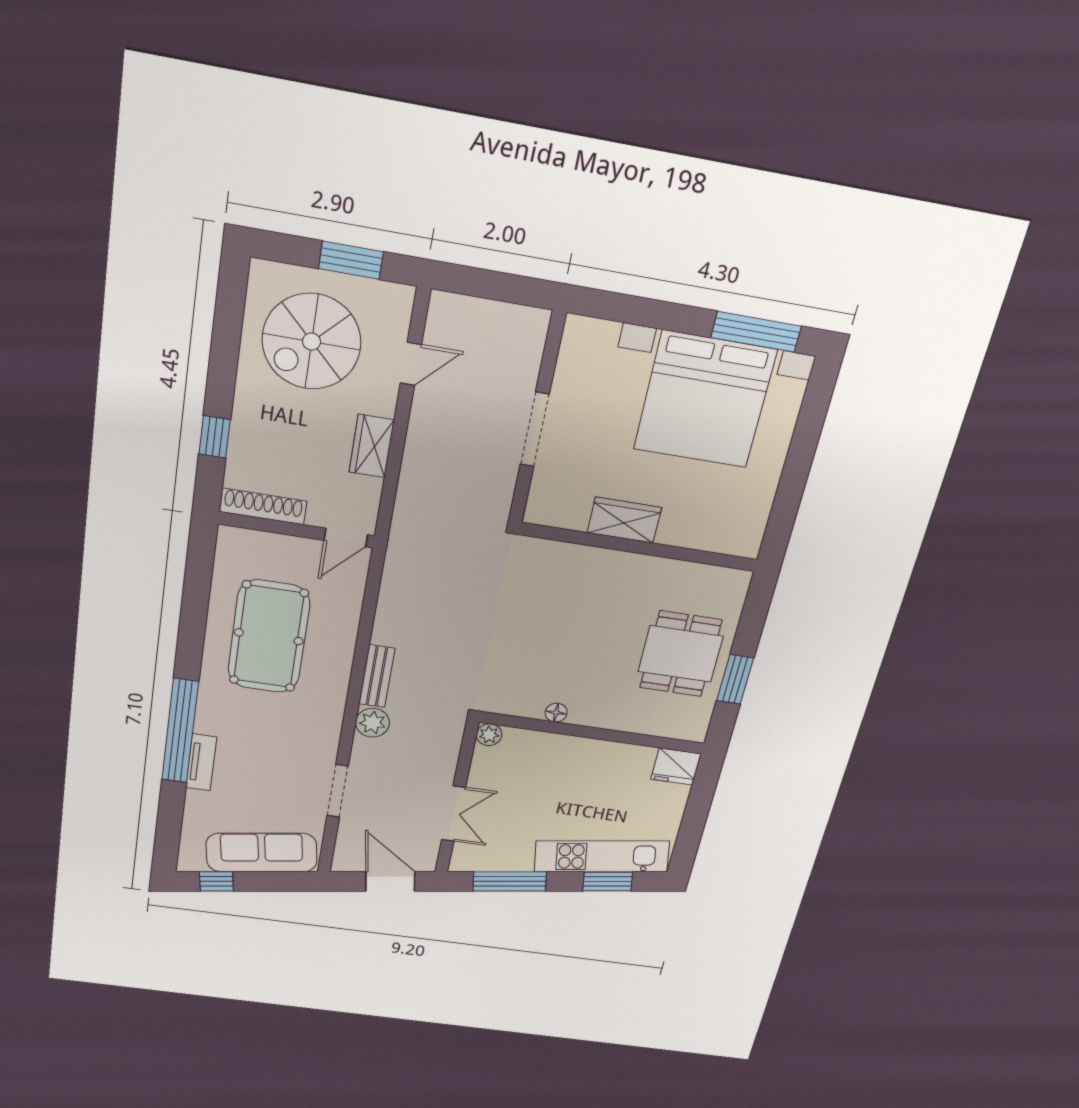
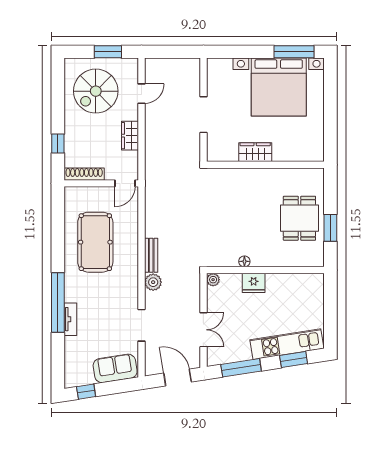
fridge: (676, 766) -> (254, 283), moved
sofa: (262, 853) -> (115, 368), width x0.73

